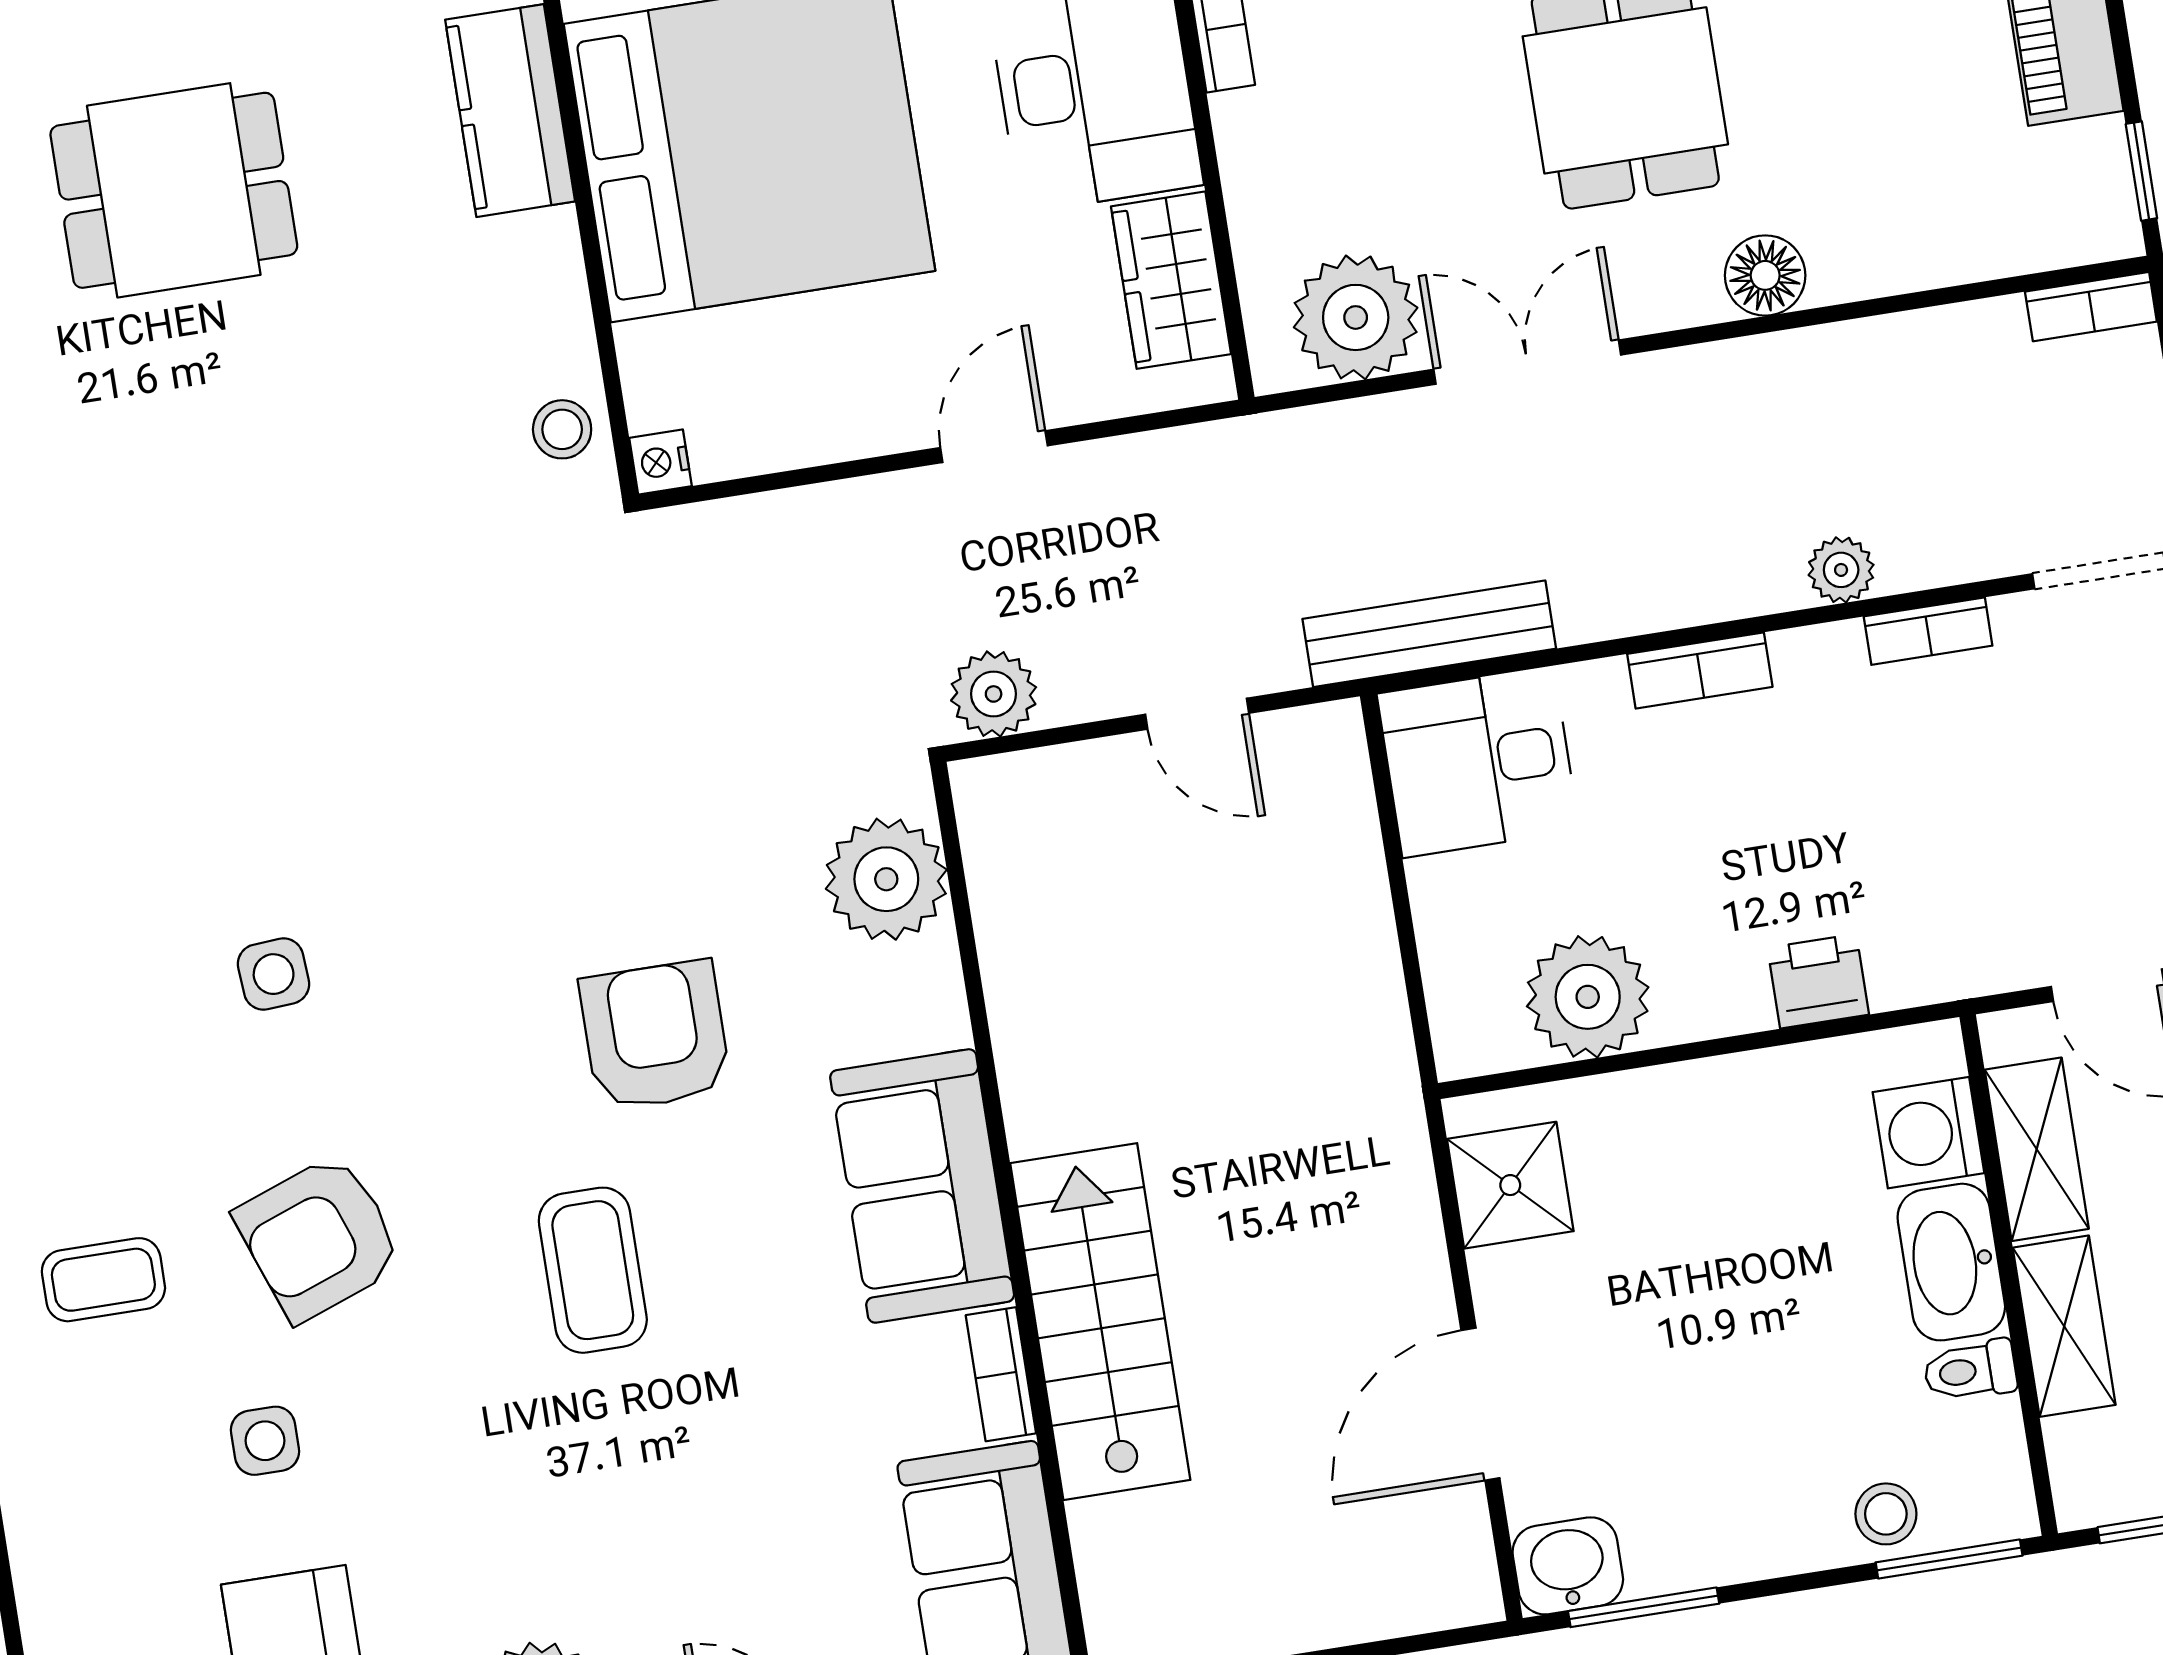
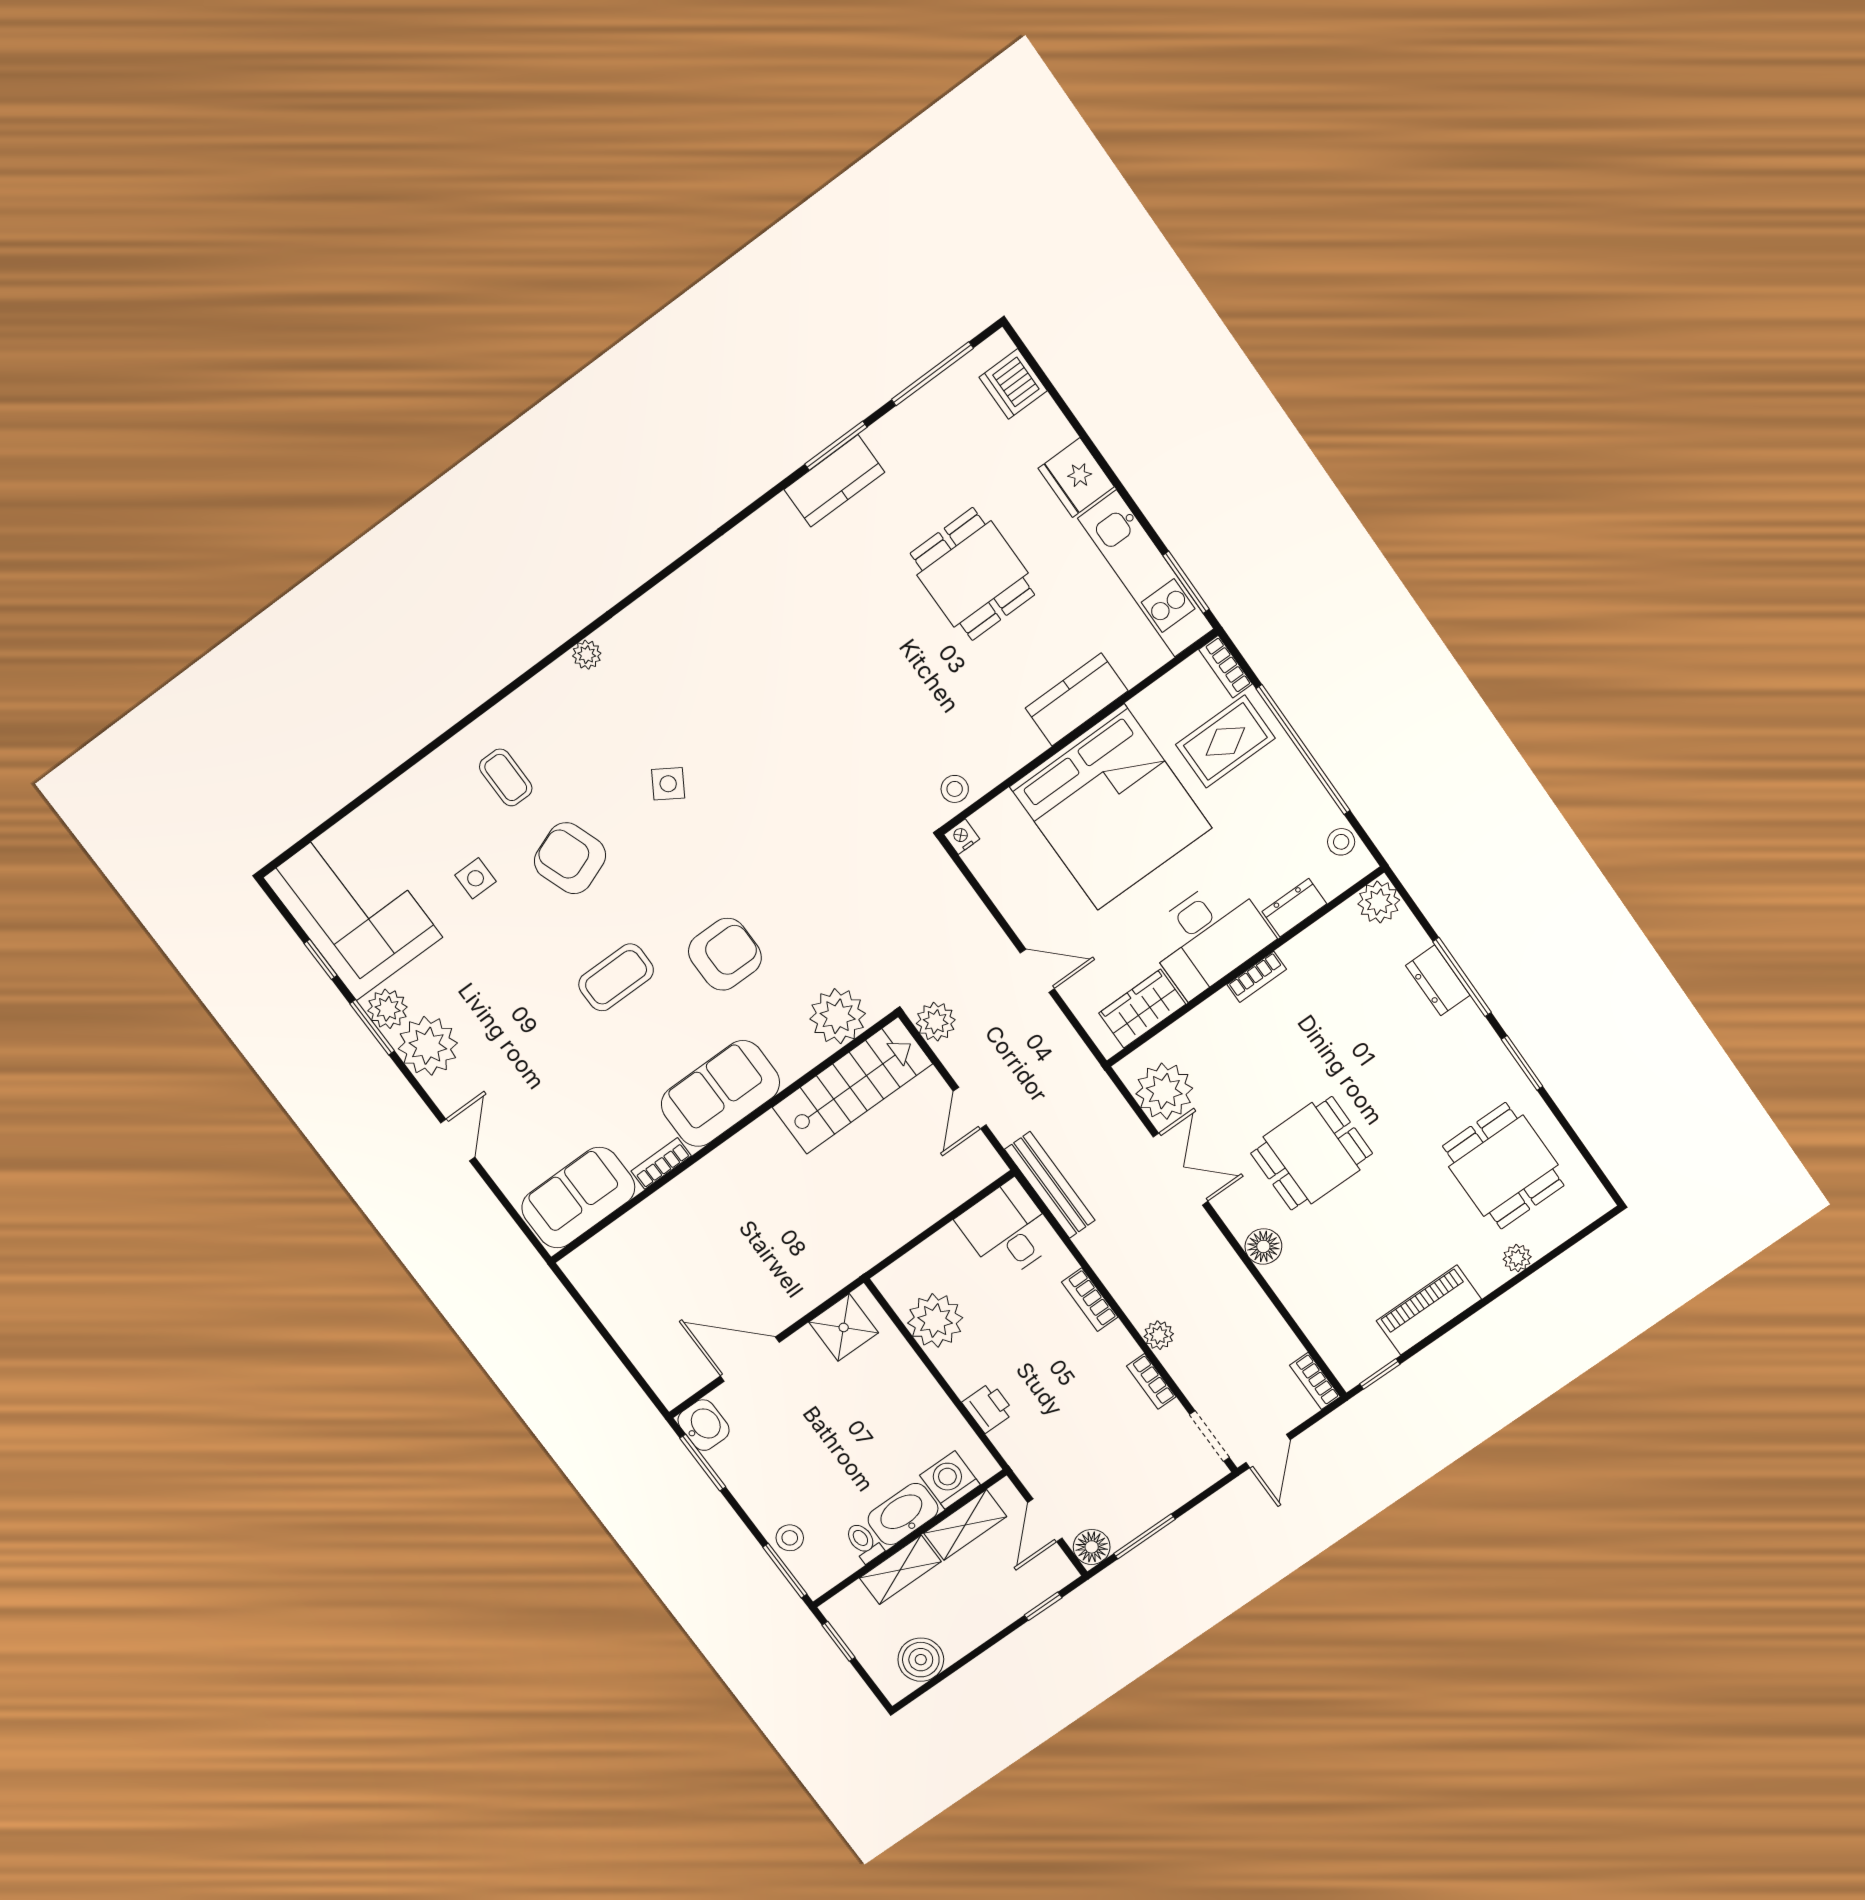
side table: (274, 974) -> (668, 784), turned 36
stairs: (1100, 1322) -> (852, 1086), moved

